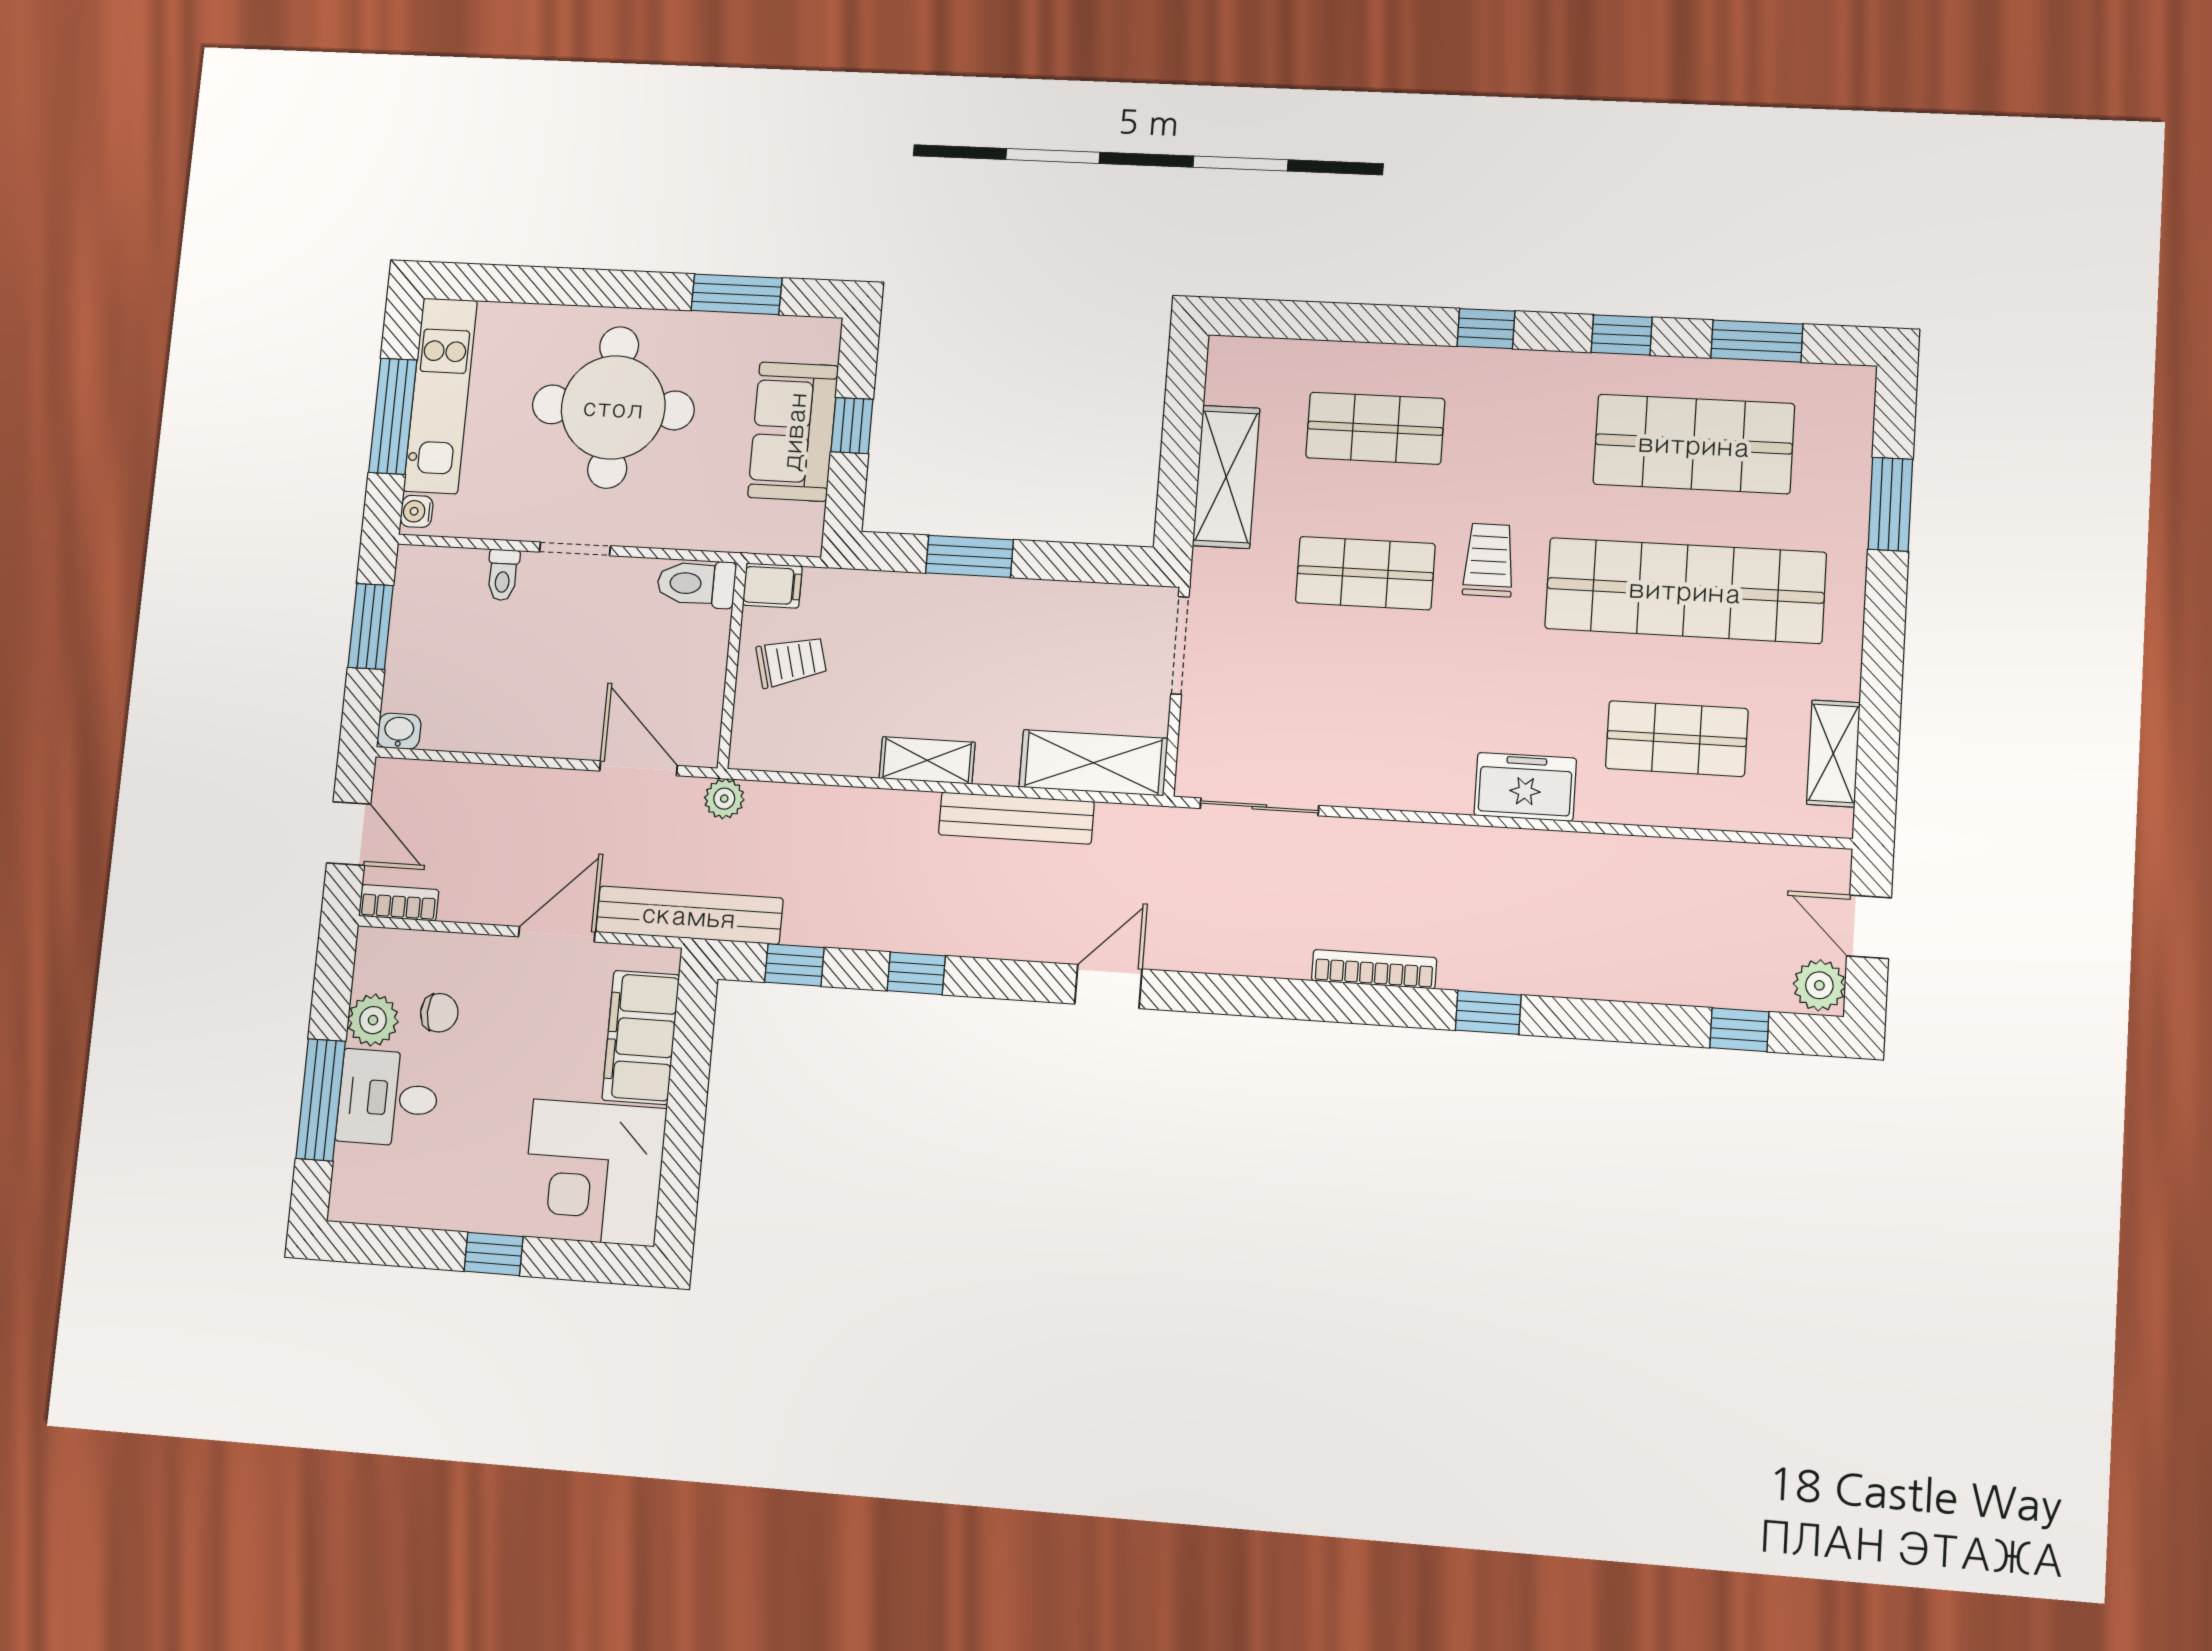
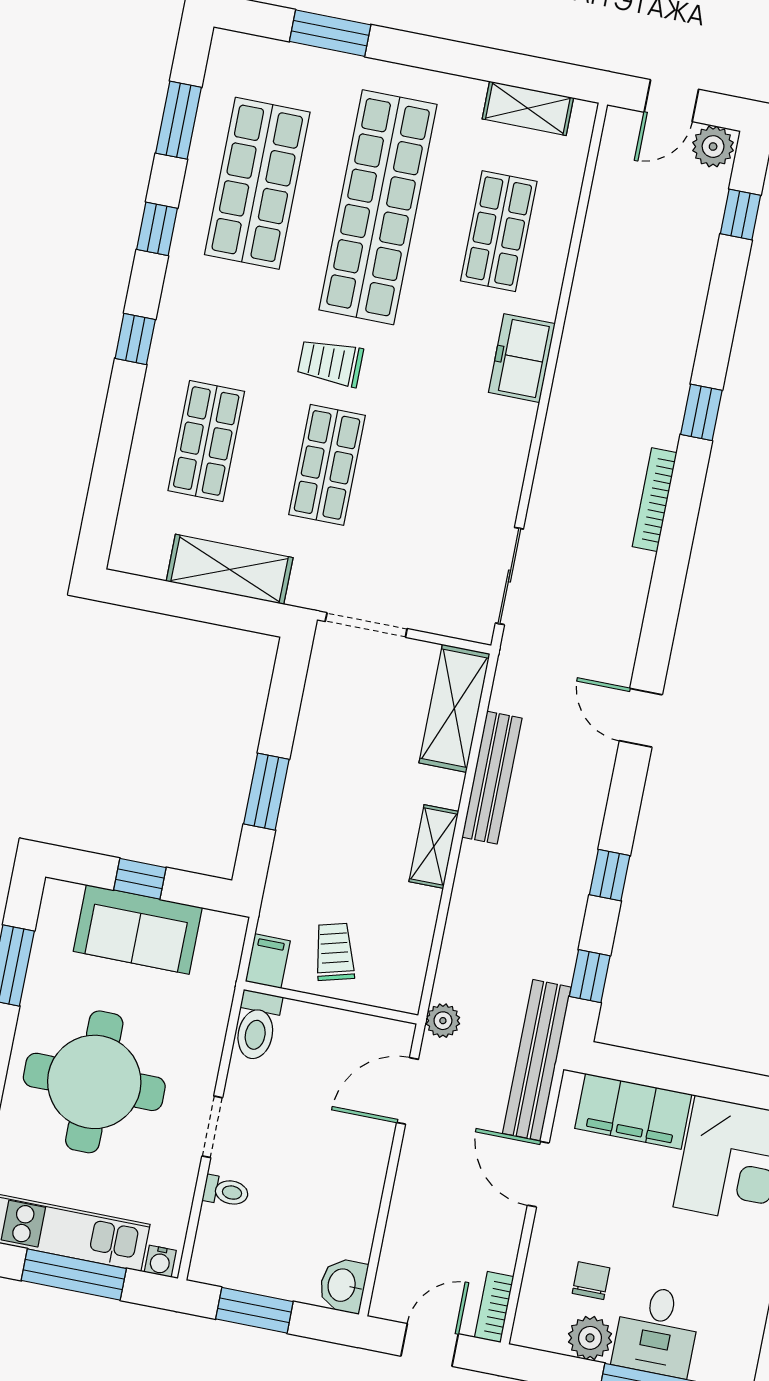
washbasin: (399, 731) -> (343, 1285), width x1.38, depth x1.45

